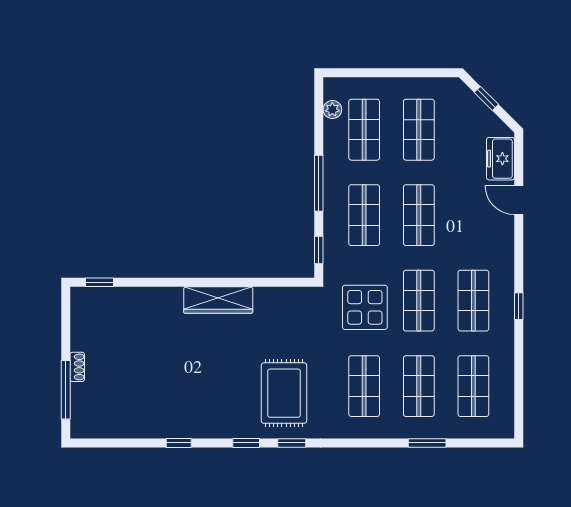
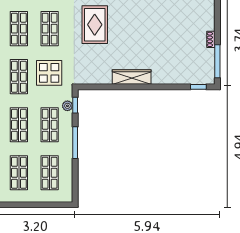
plant: (332, 110) -> (67, 106), moved
window: (66, 390) -> (217, 61), moved

